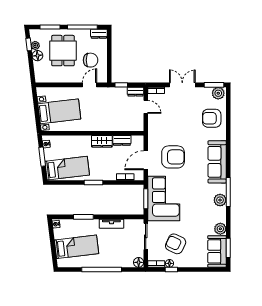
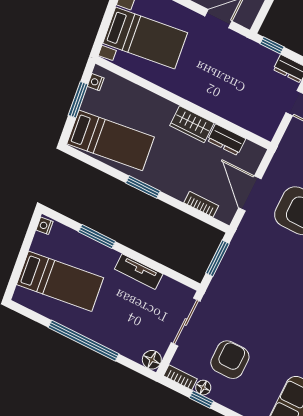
door: (146, 160) -> (250, 193), hinge flipped
corner sofa: (164, 198) -> (248, 273), removed
armchair: (176, 244) -> (230, 360), turned 65

